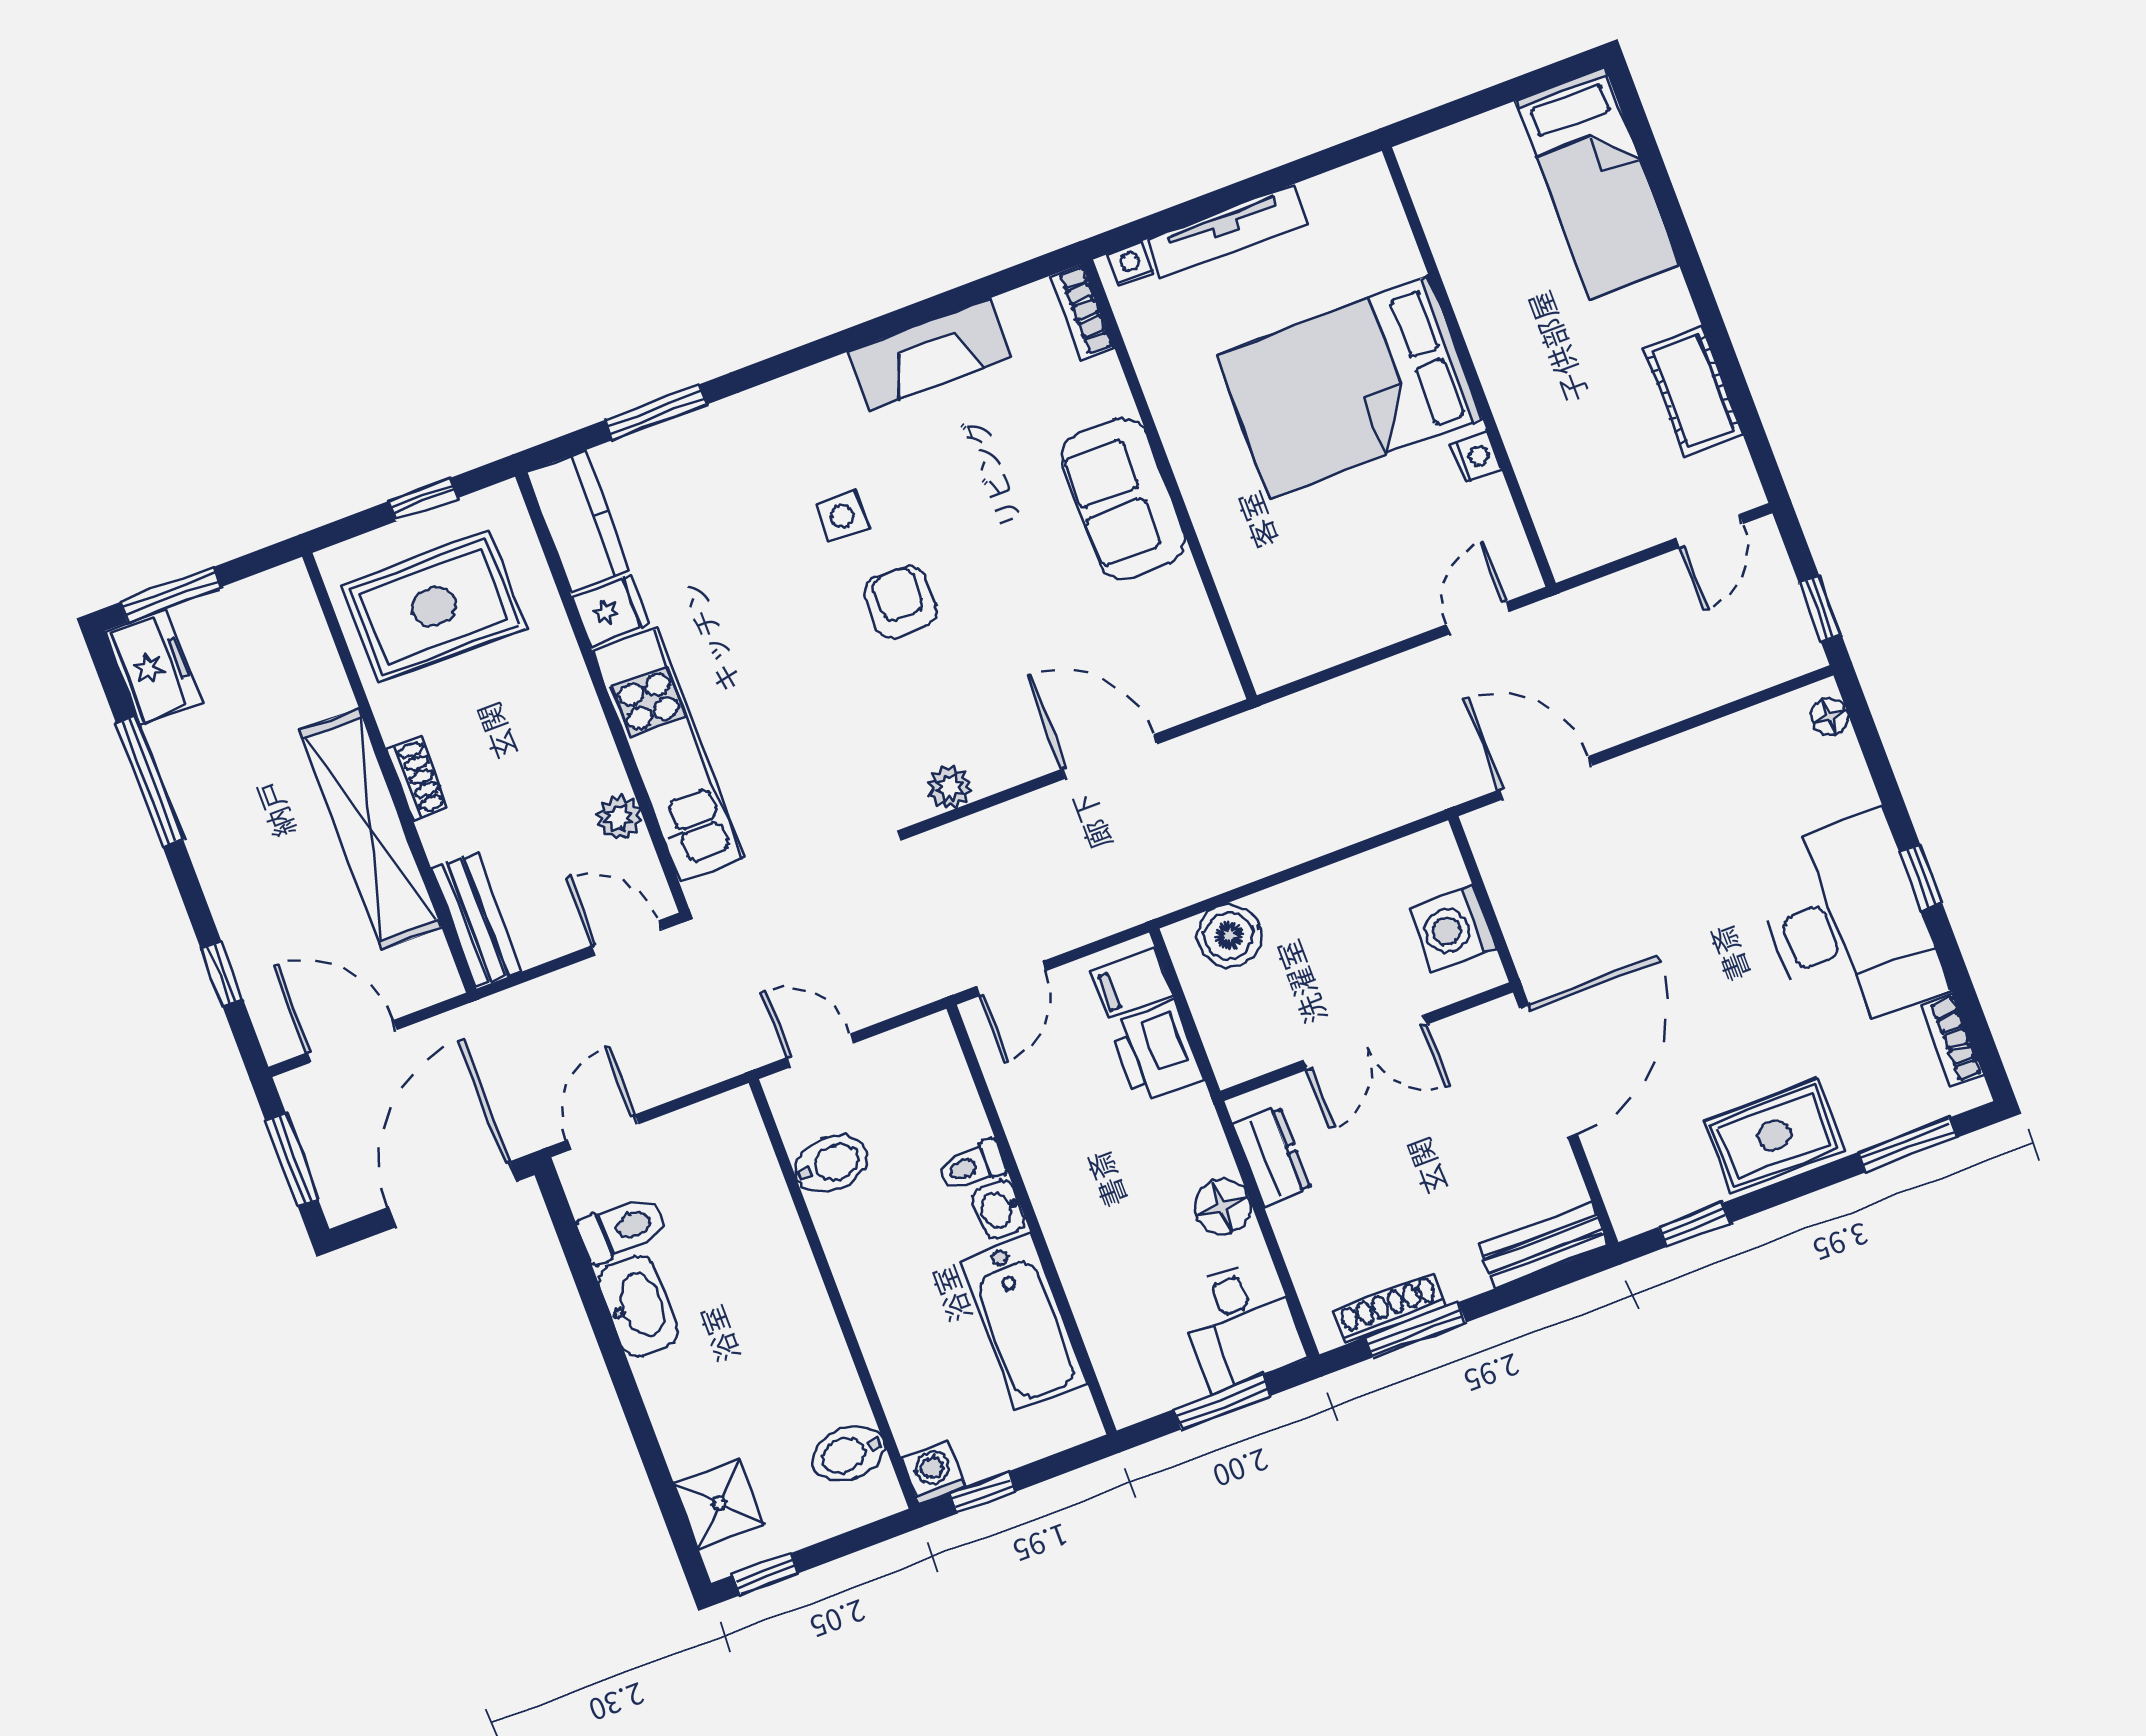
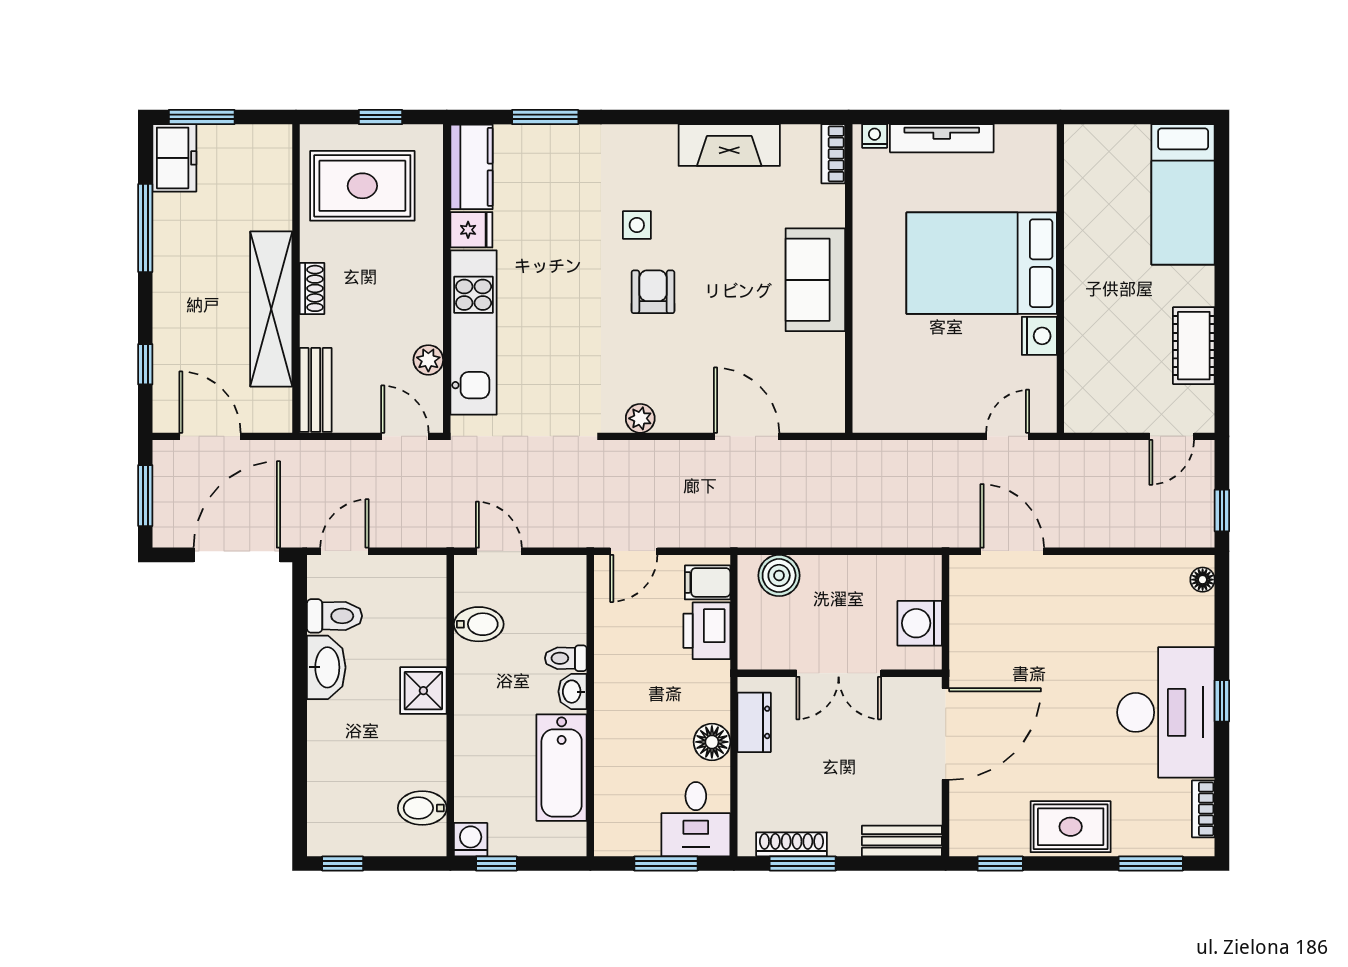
nightstand: (1476, 457) -> (1039, 336), width x1.39, depth x1.35
shower: (719, 1504) -> (423, 691), moved

